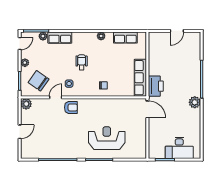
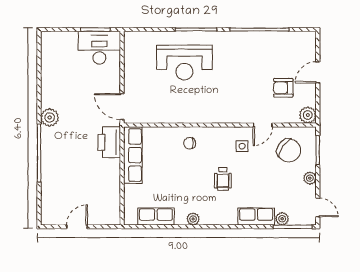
door: (20, 44) -> (318, 207), swing flipped
armchair: (71, 107) -> (283, 88), moved
desk: (179, 148) -> (99, 48), moved

